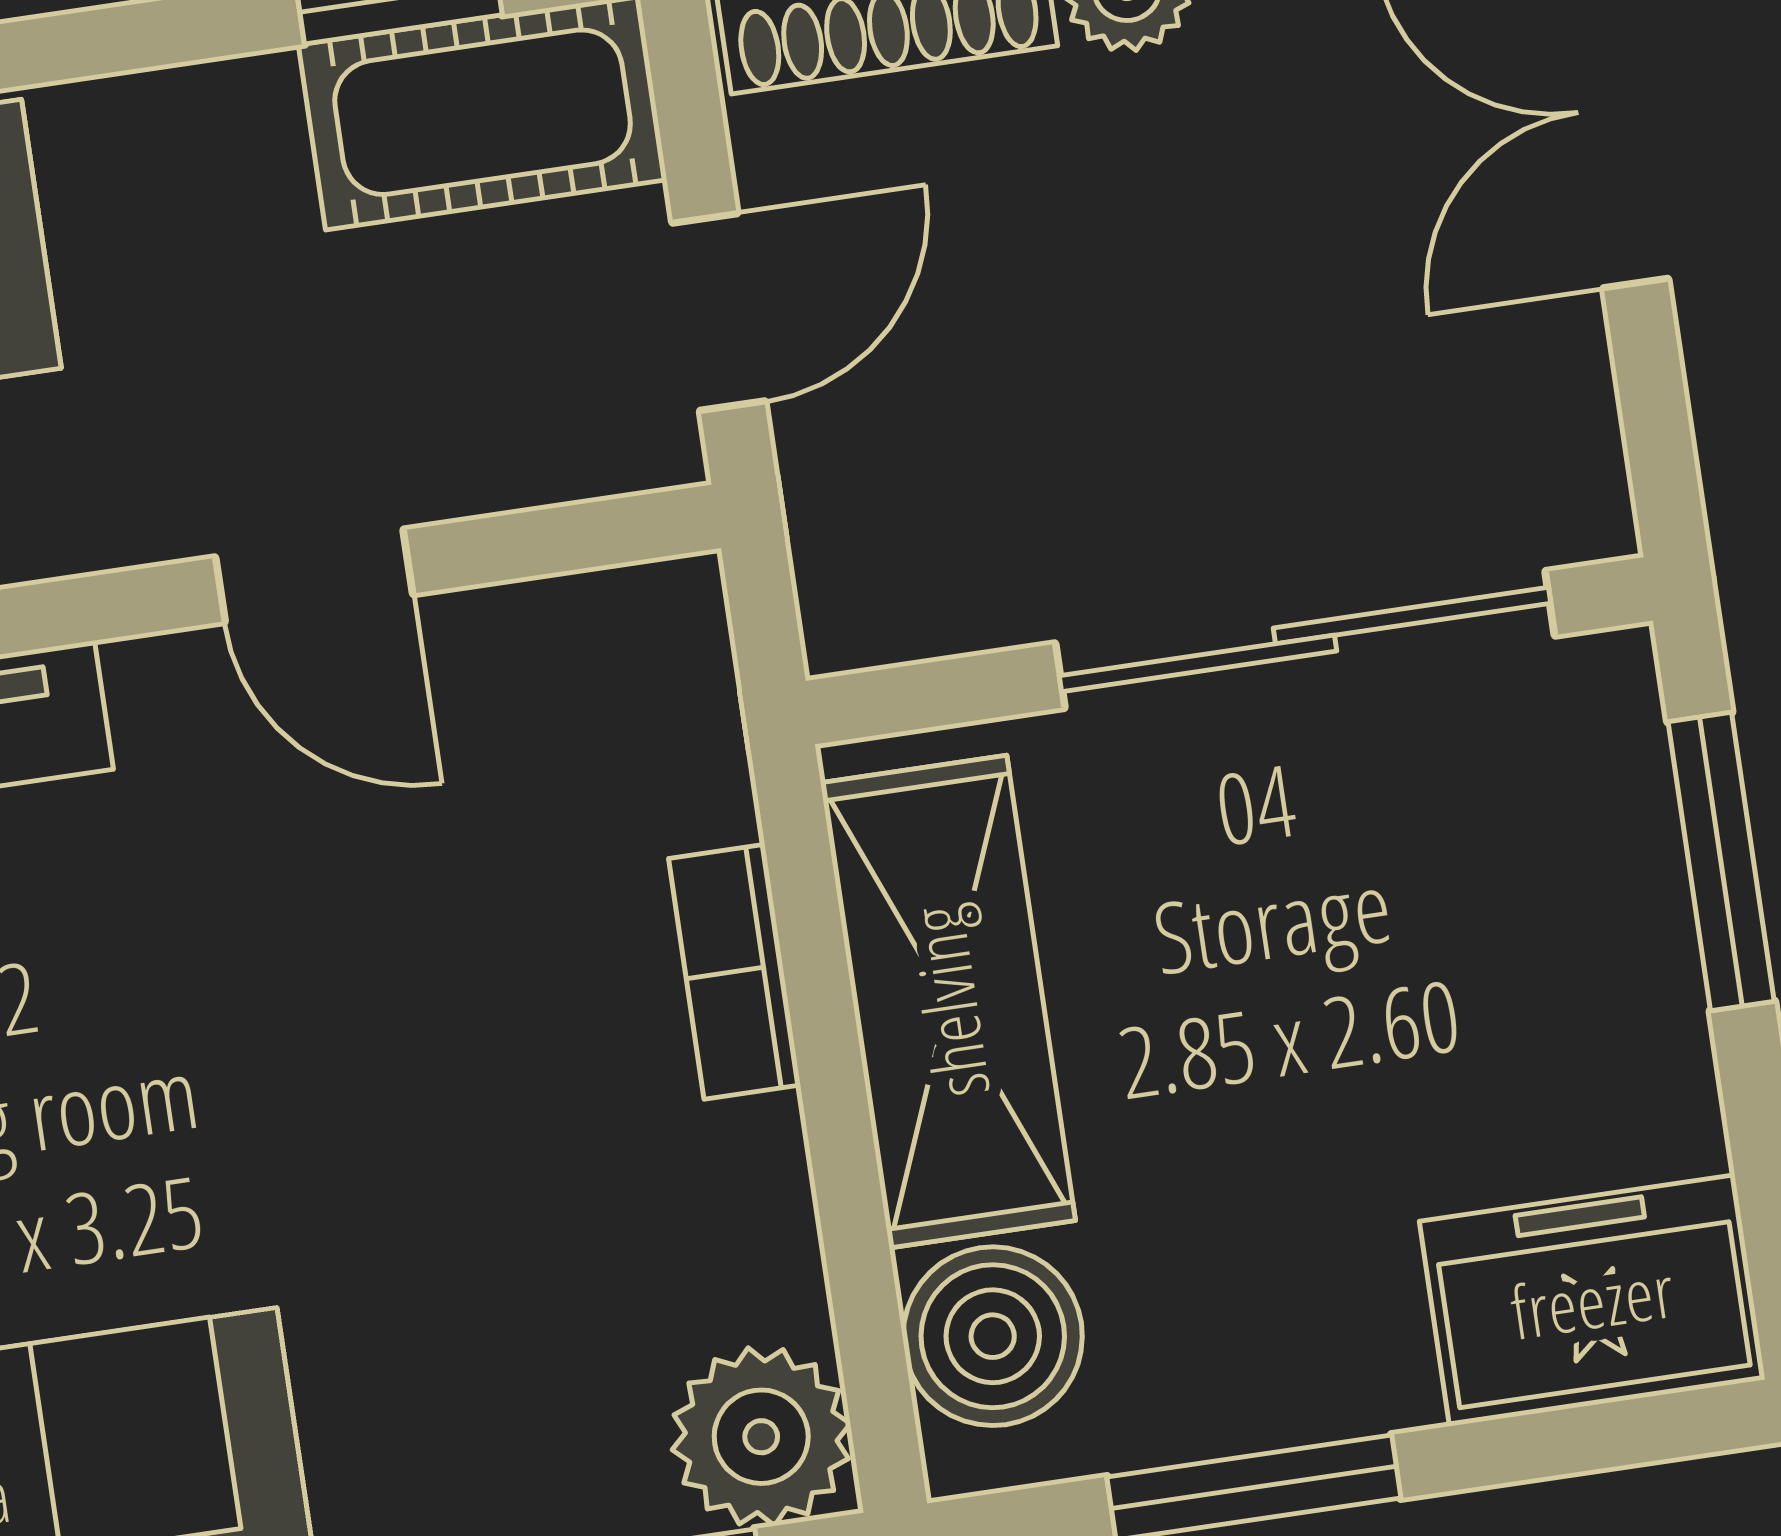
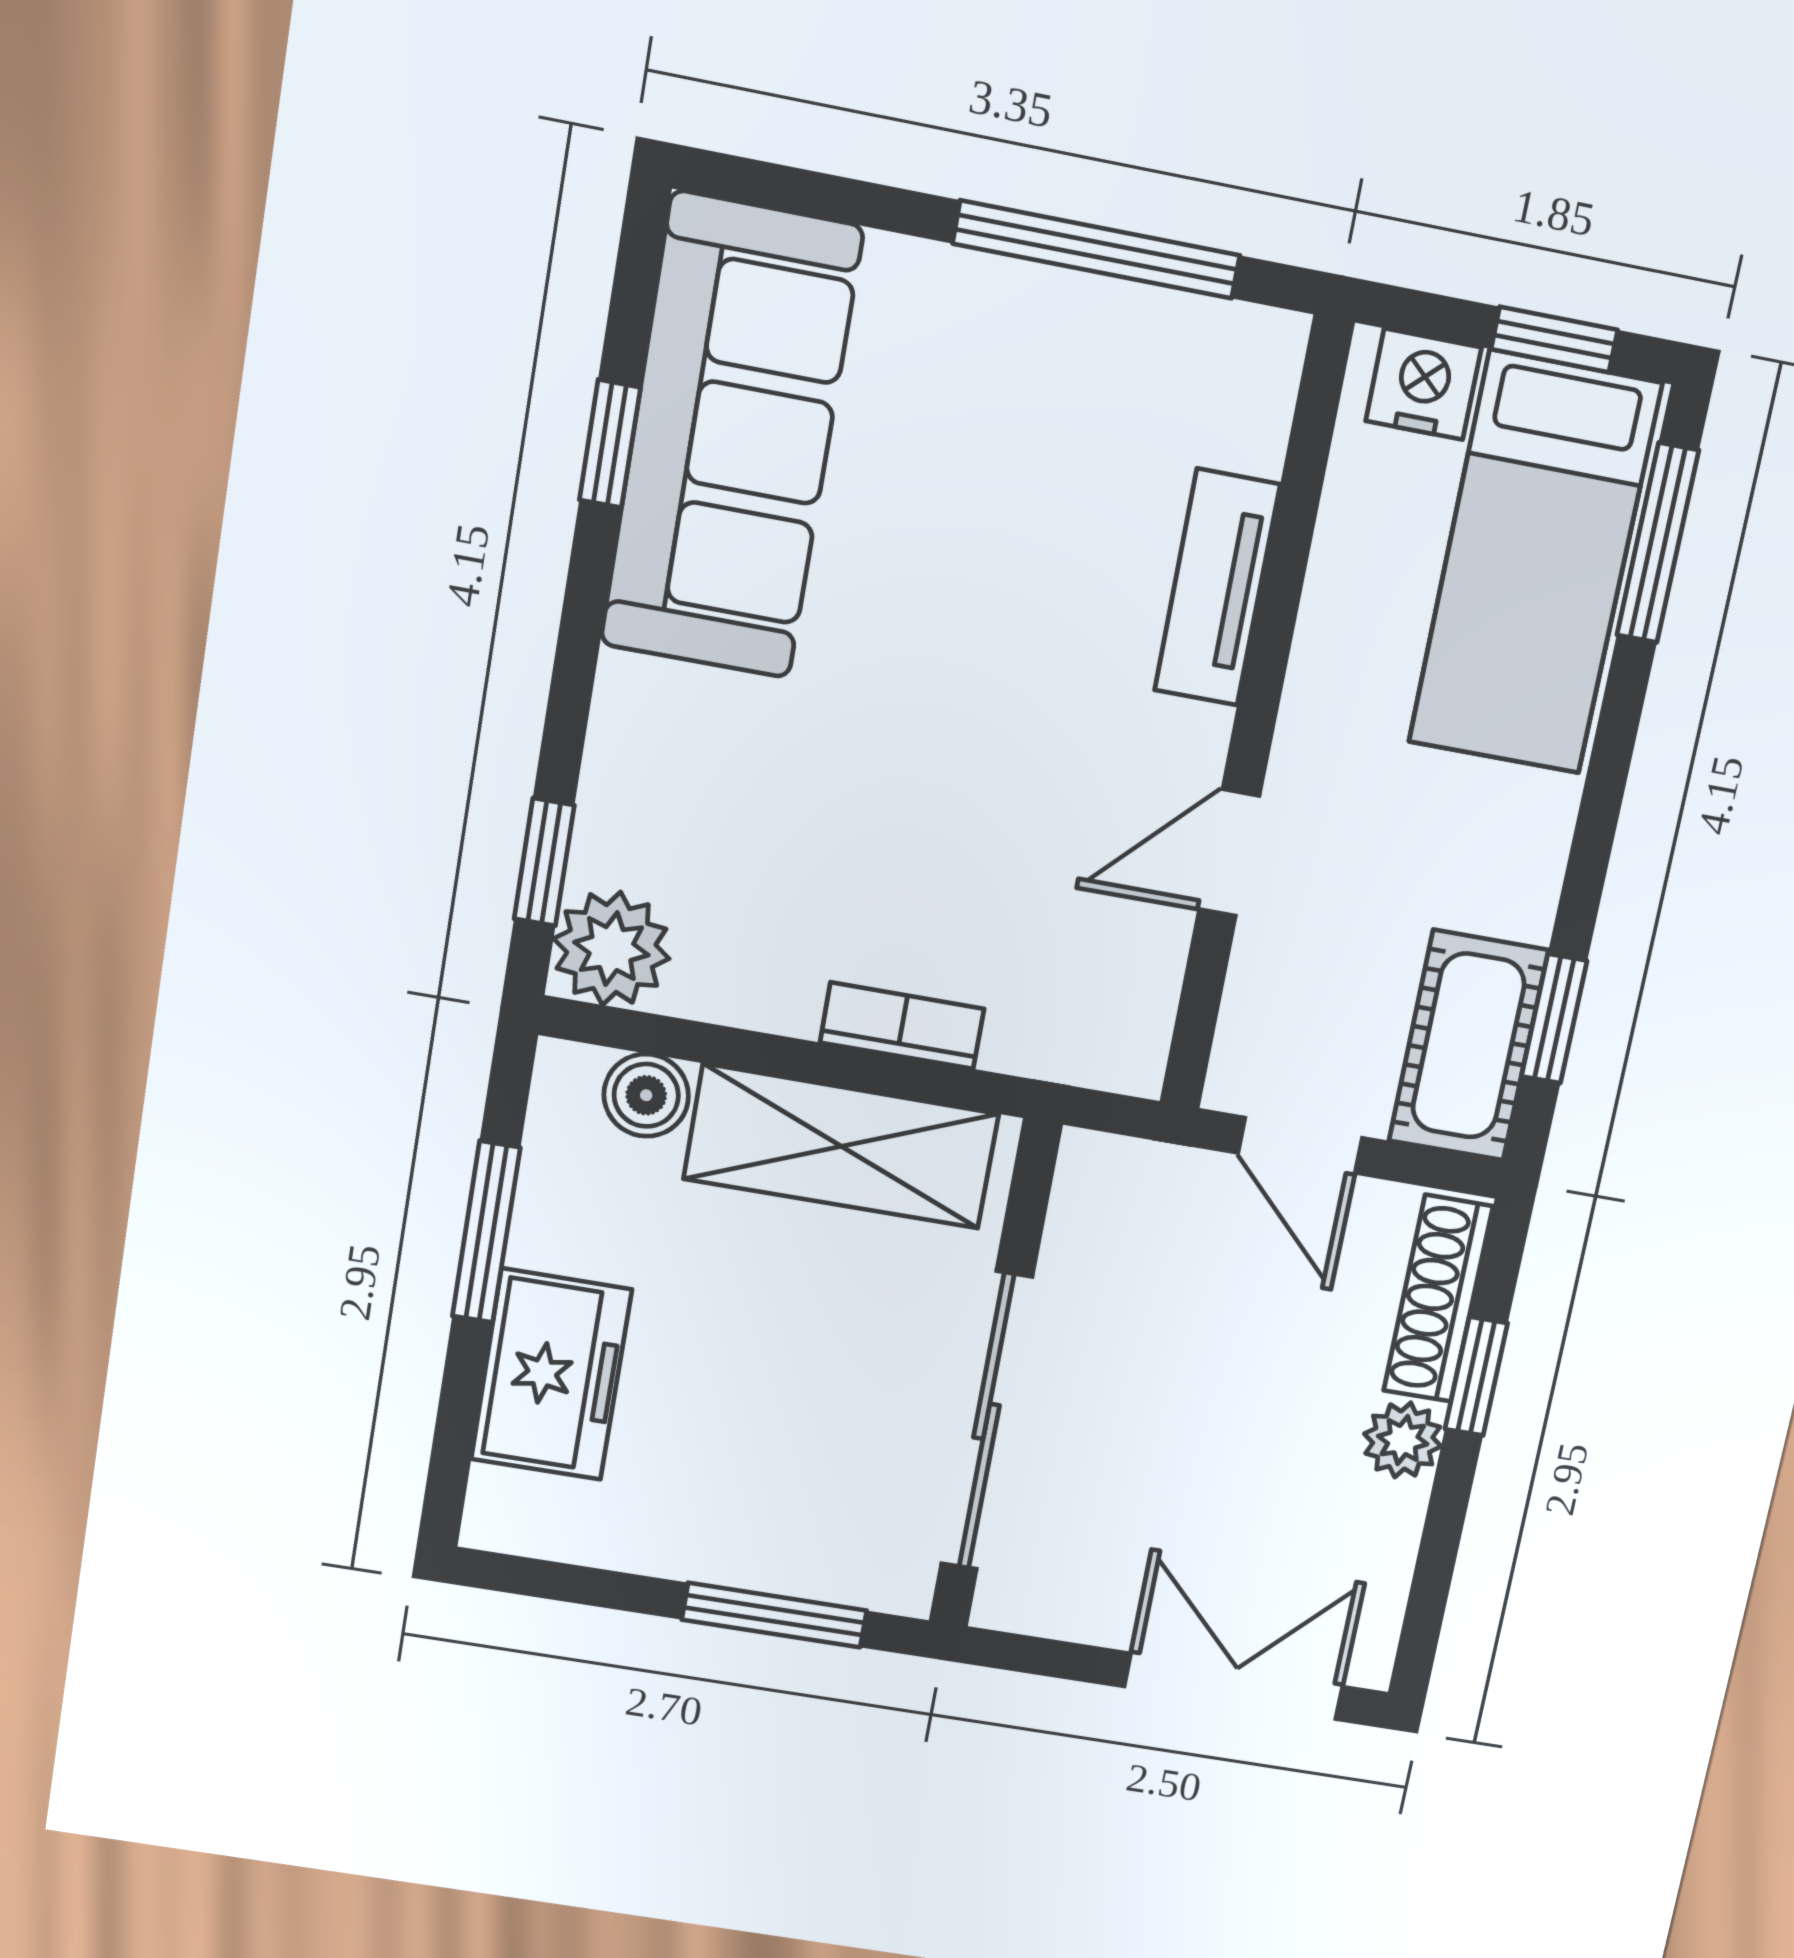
freezer: (1592, 1300) -> (551, 1374), moved
boiler: (993, 1336) -> (646, 1095), width x0.73, depth x0.73

